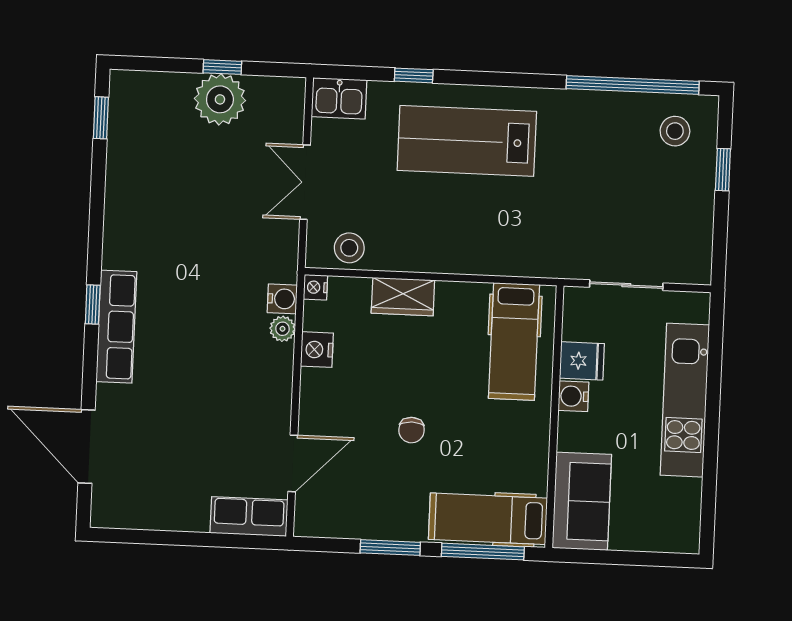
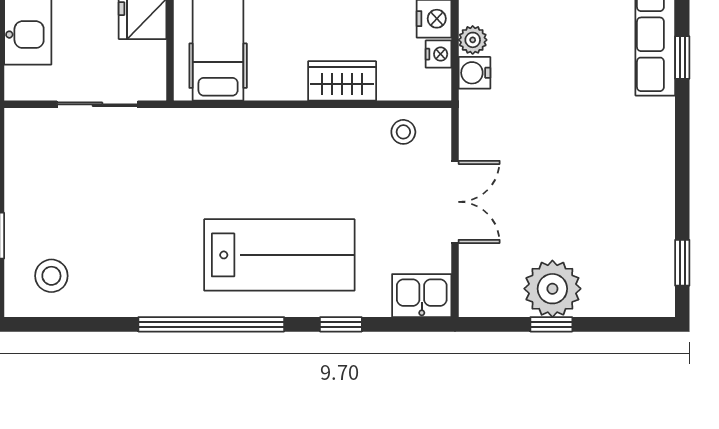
window: (633, 85) -> (211, 324), moved
stool: (349, 248) -> (403, 132), width x0.73, depth x0.73
nightstand: (315, 287) -> (439, 54), moved

